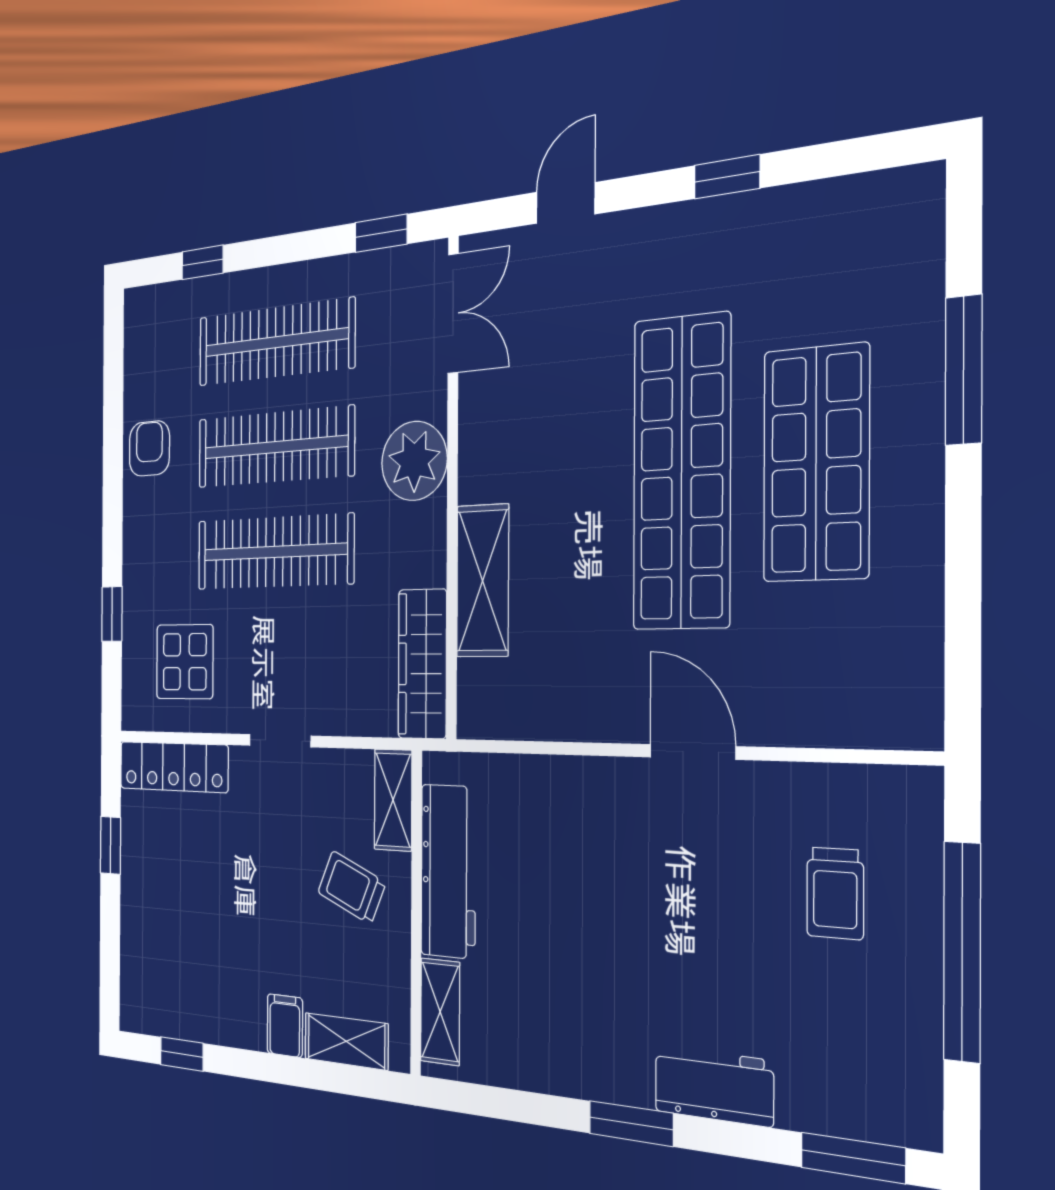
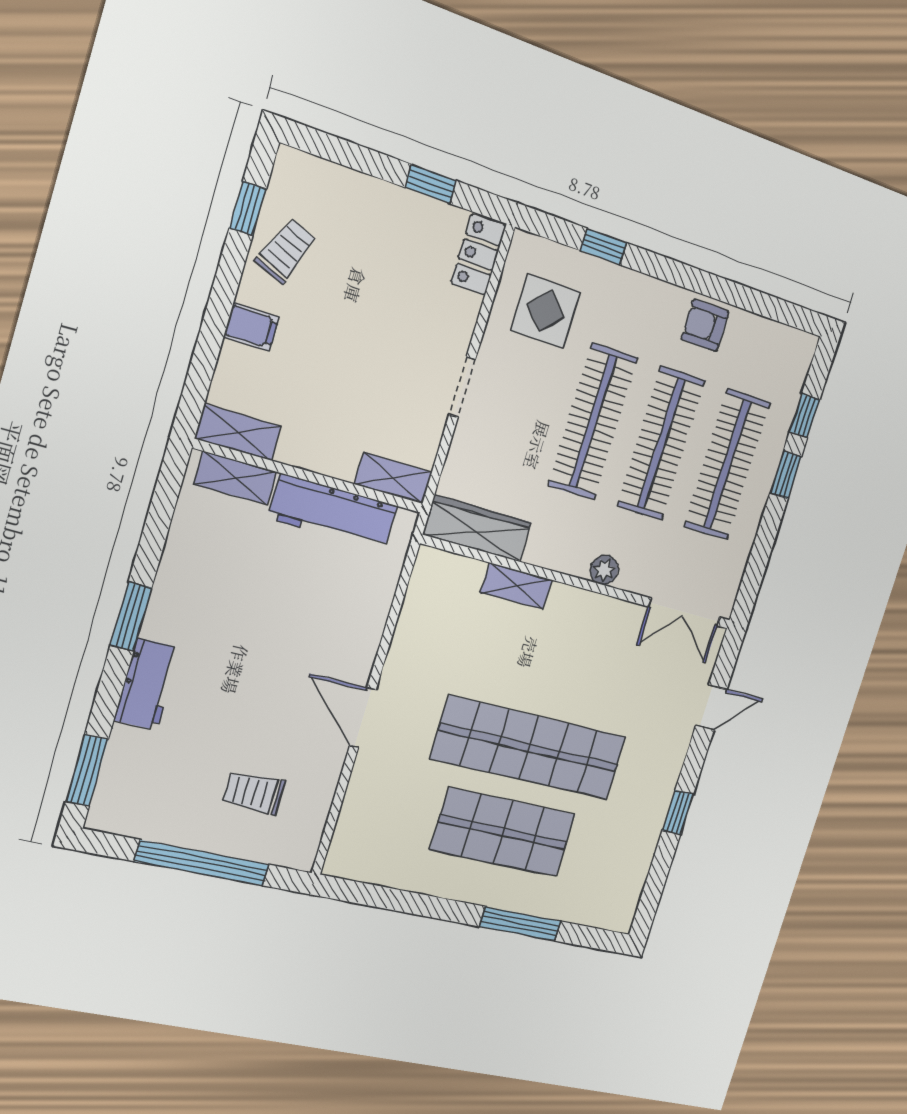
door: (565, 203) -> (711, 707), hinge flipped
window: (381, 233) -> (786, 475), moved
armchair: (149, 448) -> (705, 325), turned 180
plant: (414, 461) -> (604, 570), width x0.53, depth x0.53
shelving: (483, 581) -> (516, 586), width x0.67, depth x0.75
door: (692, 752) -> (363, 718), swing flipped
locker: (174, 767) -> (478, 255), width x0.66
trolley: (352, 888) -> (286, 250), moved
shelving: (346, 1041) -> (238, 432), moved, turned 90

